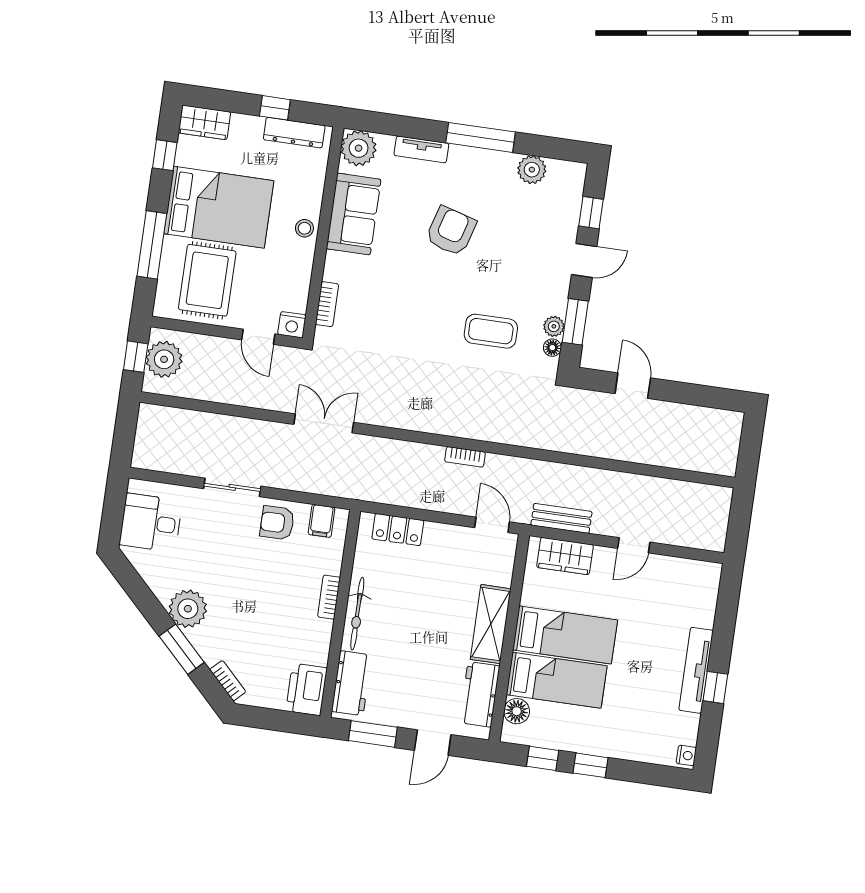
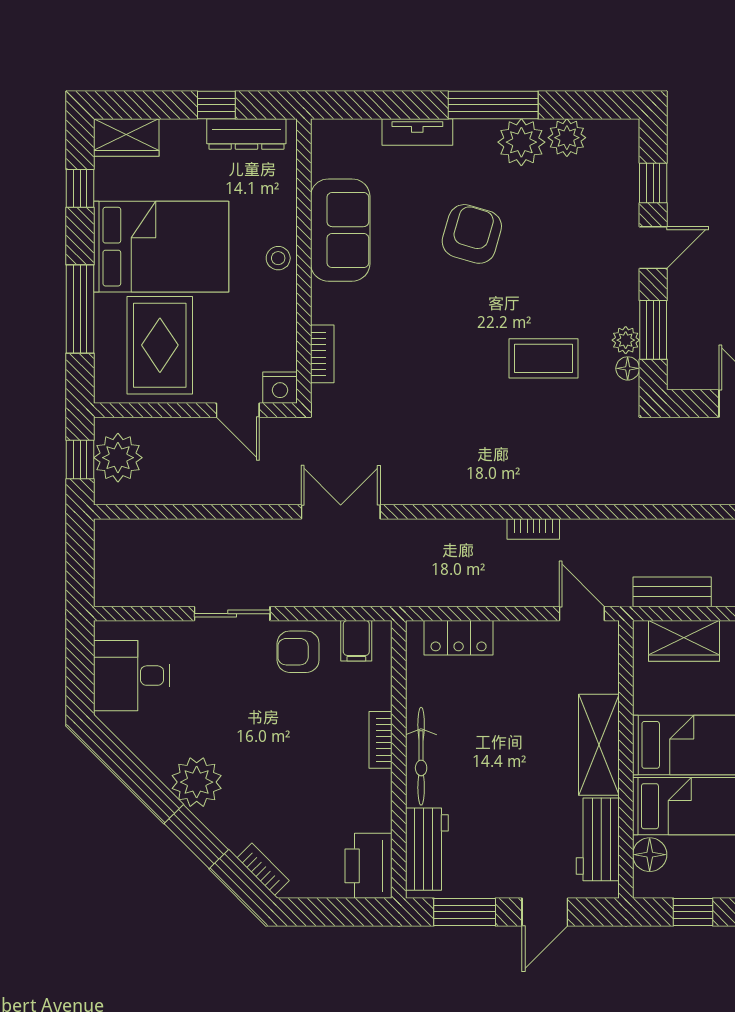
plant: (359, 148) -> (521, 142), moved

